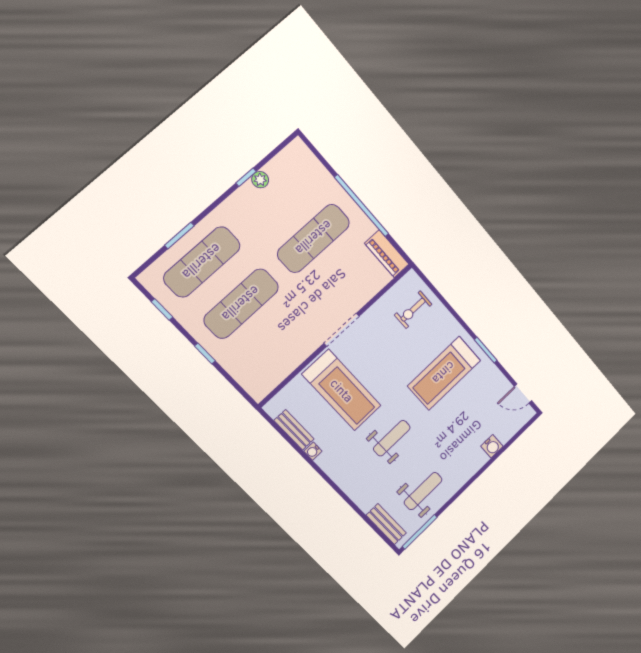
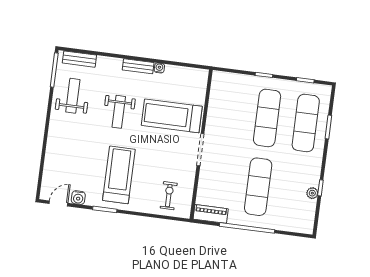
bench: (294, 430) -> (138, 66), moved
water cooler: (492, 446) -> (78, 198), moved, turned -90
weight bench: (423, 491) -> (73, 96), turned 180

